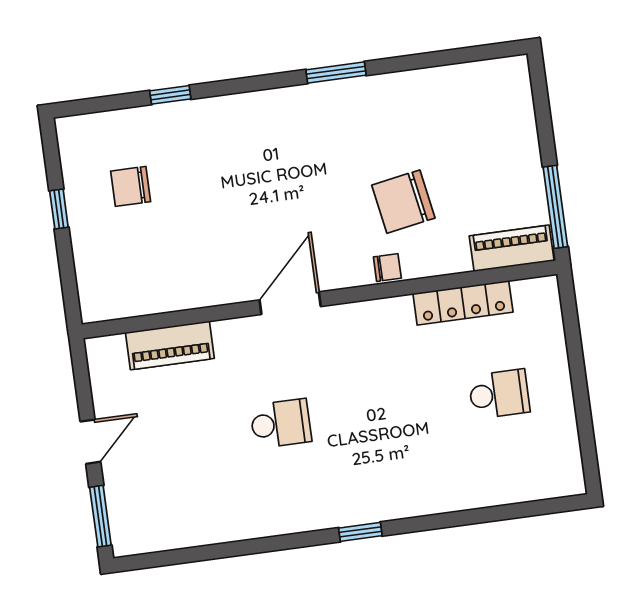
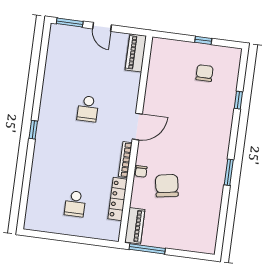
door: (290, 303) -> (137, 127), hinge flipped
bookcase: (371, 310) -> (125, 160), added
piano: (170, 345) -> (136, 53), moved

